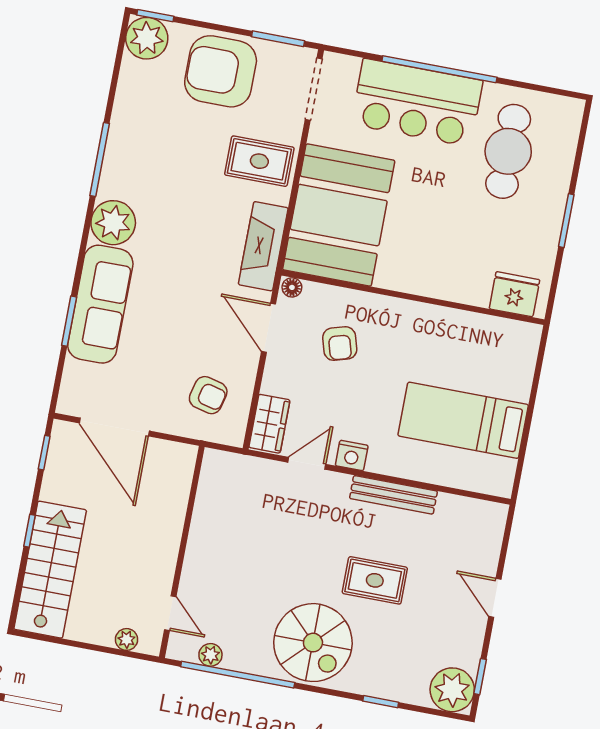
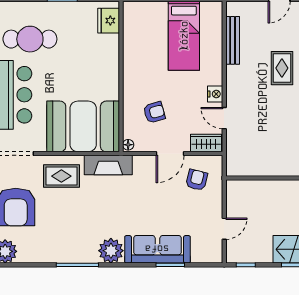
rug: (259, 161) -> (61, 176), turned 90
door: (269, 328) -> (170, 154), moved
door: (114, 427) -> (224, 229), width x0.53
bench: (393, 495) -> (233, 40), moved

